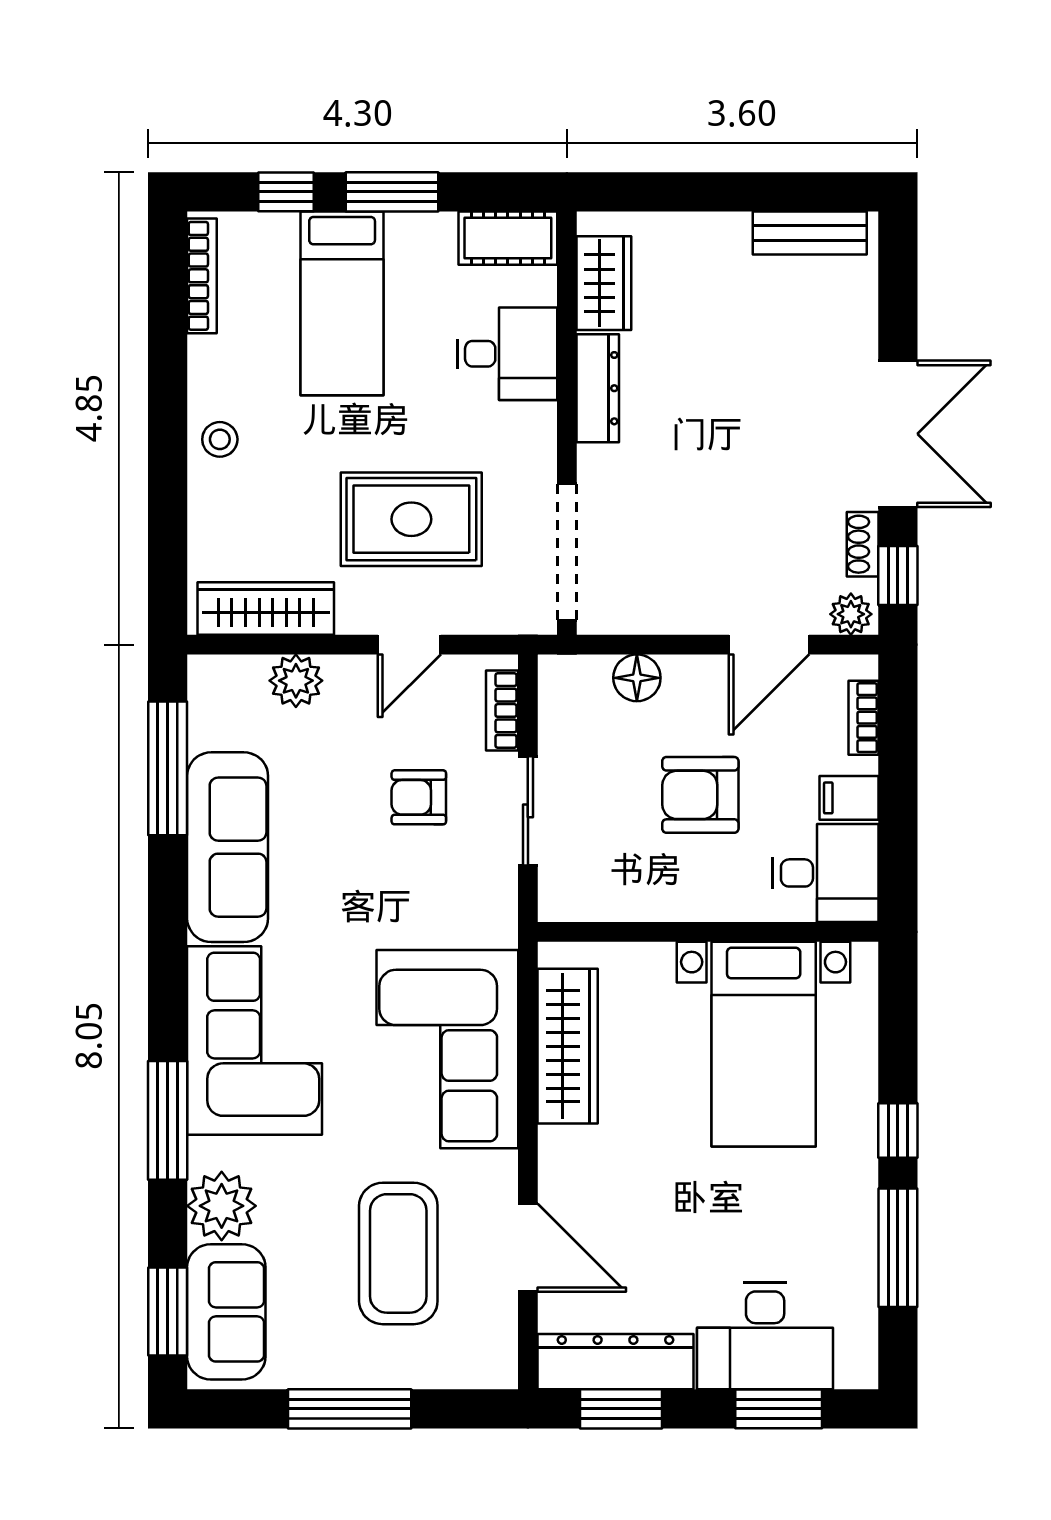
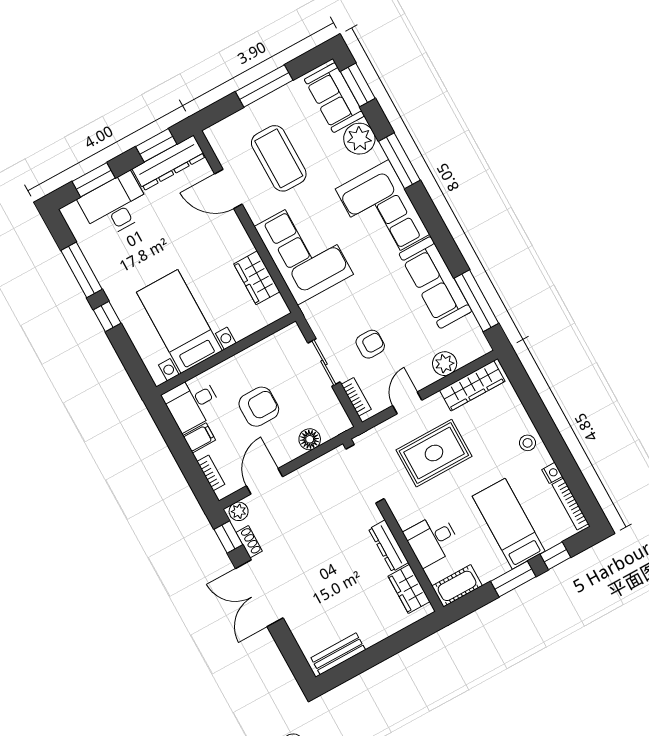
nightstand: (204, 355) -> (552, 473), added
wardrobe: (568, 1046) -> (257, 278), width x0.67

